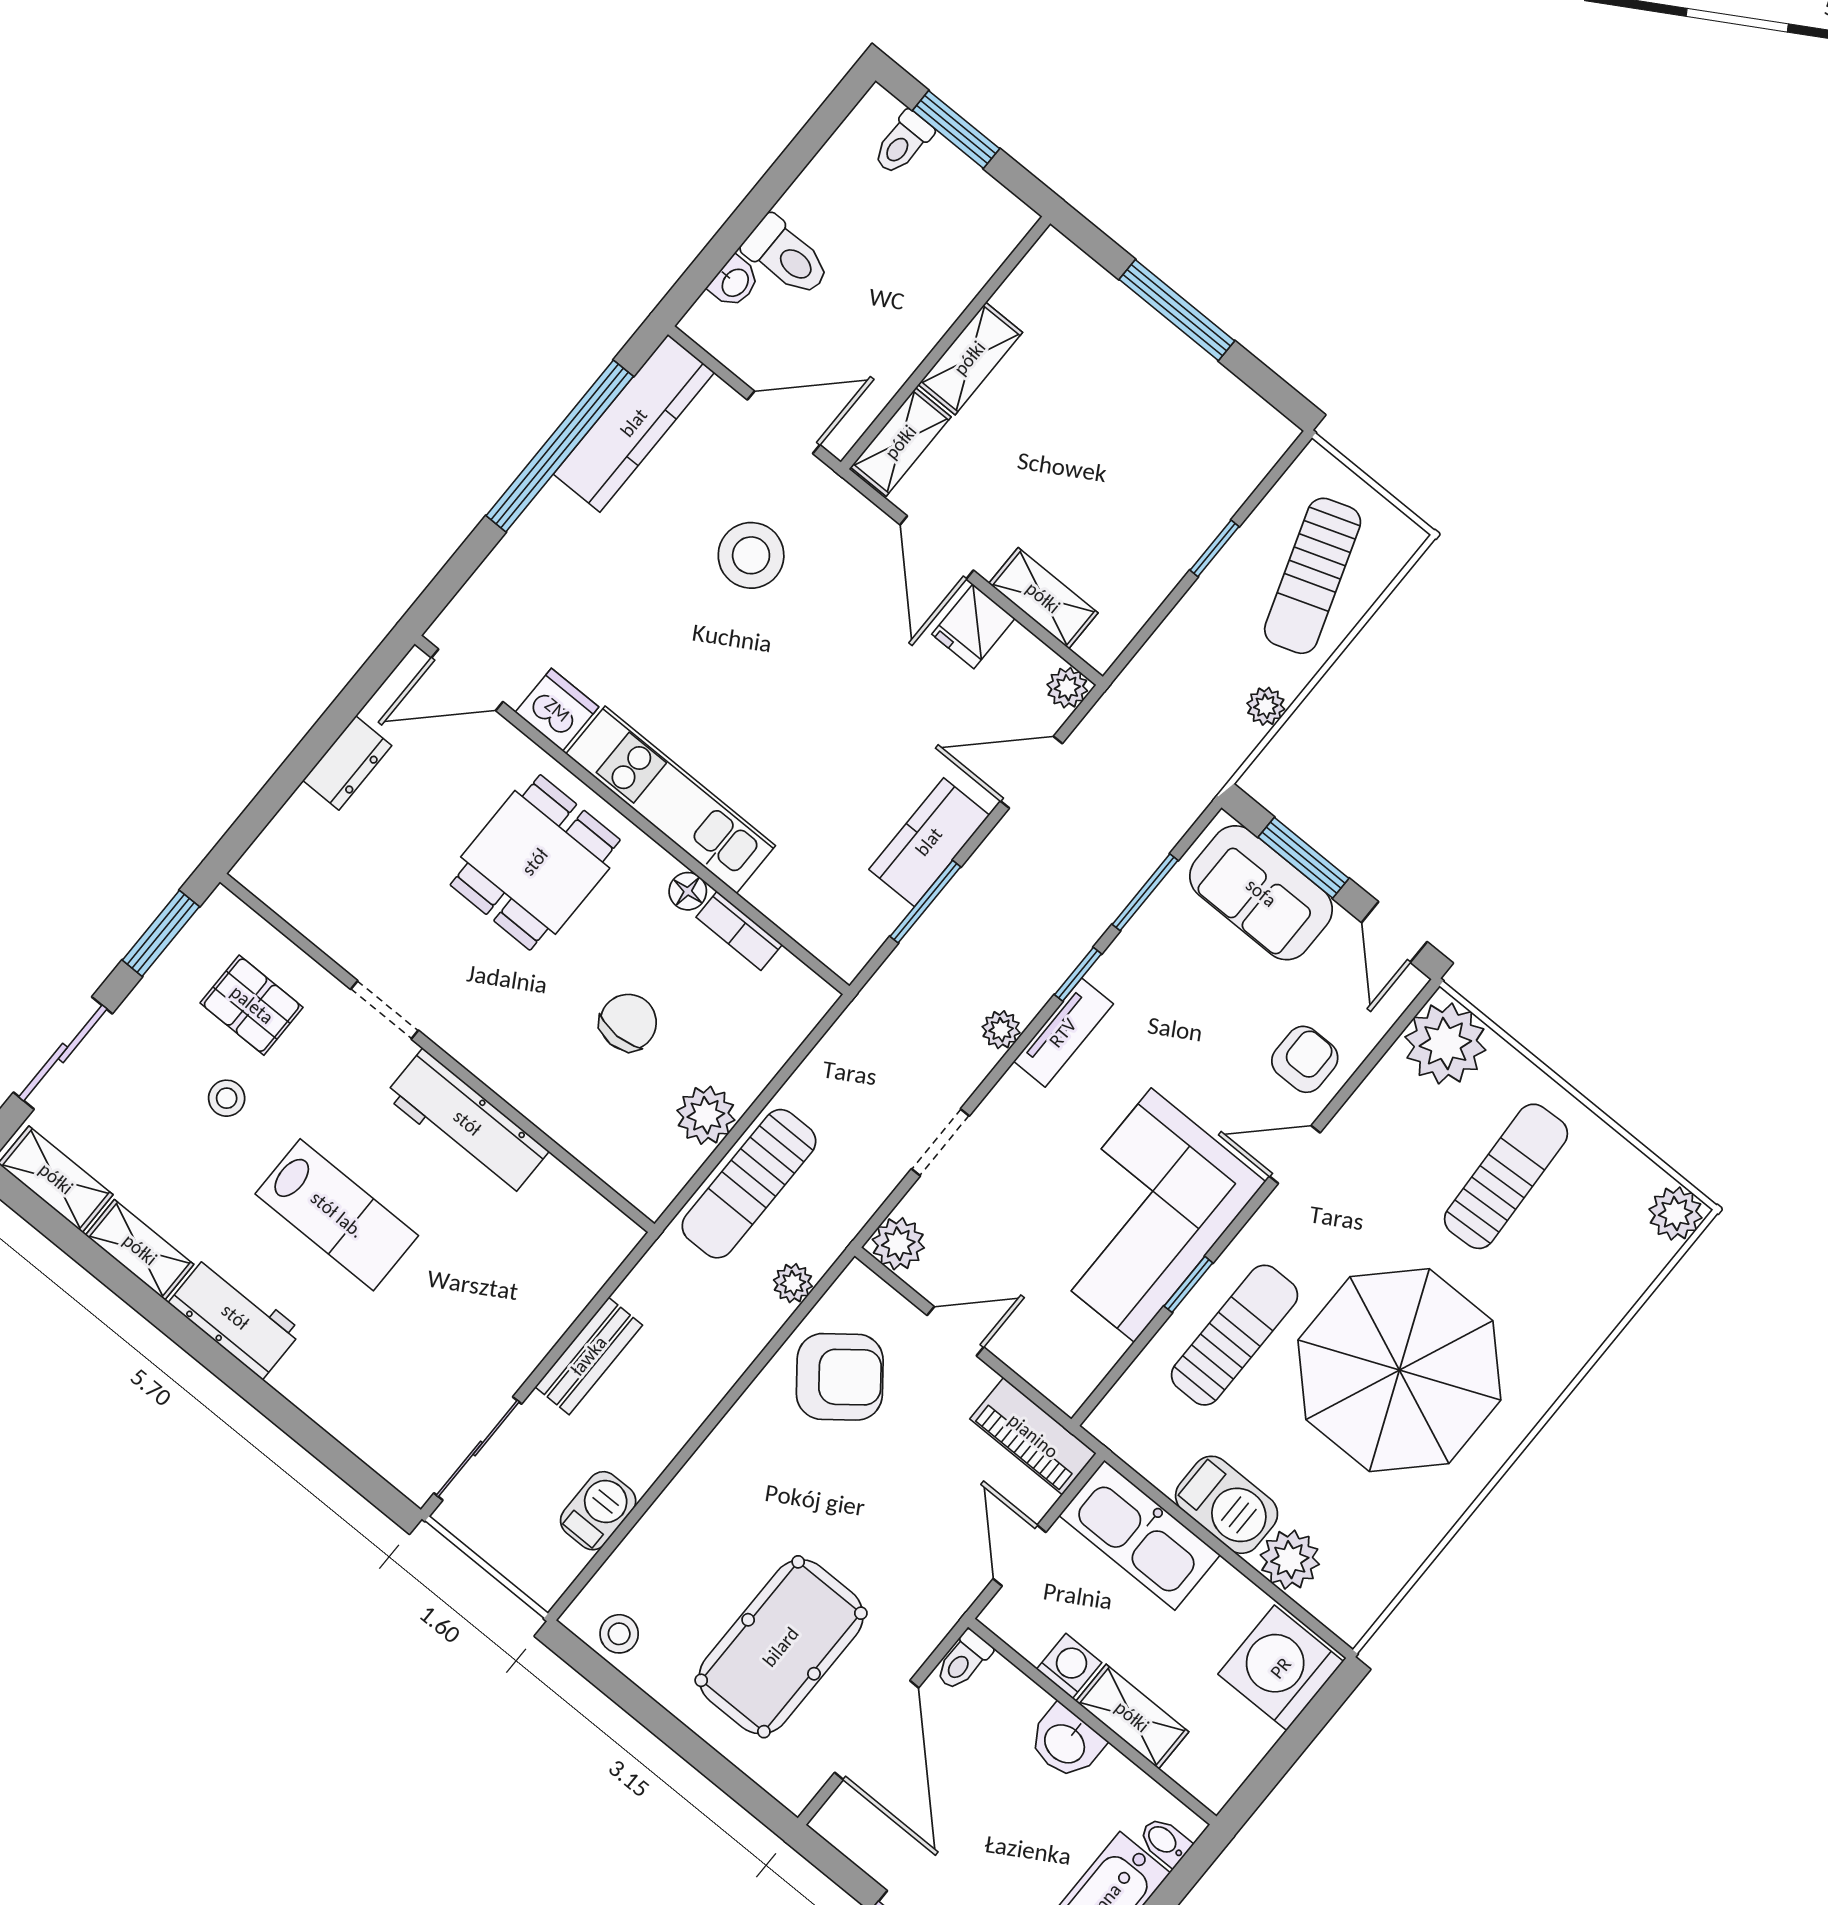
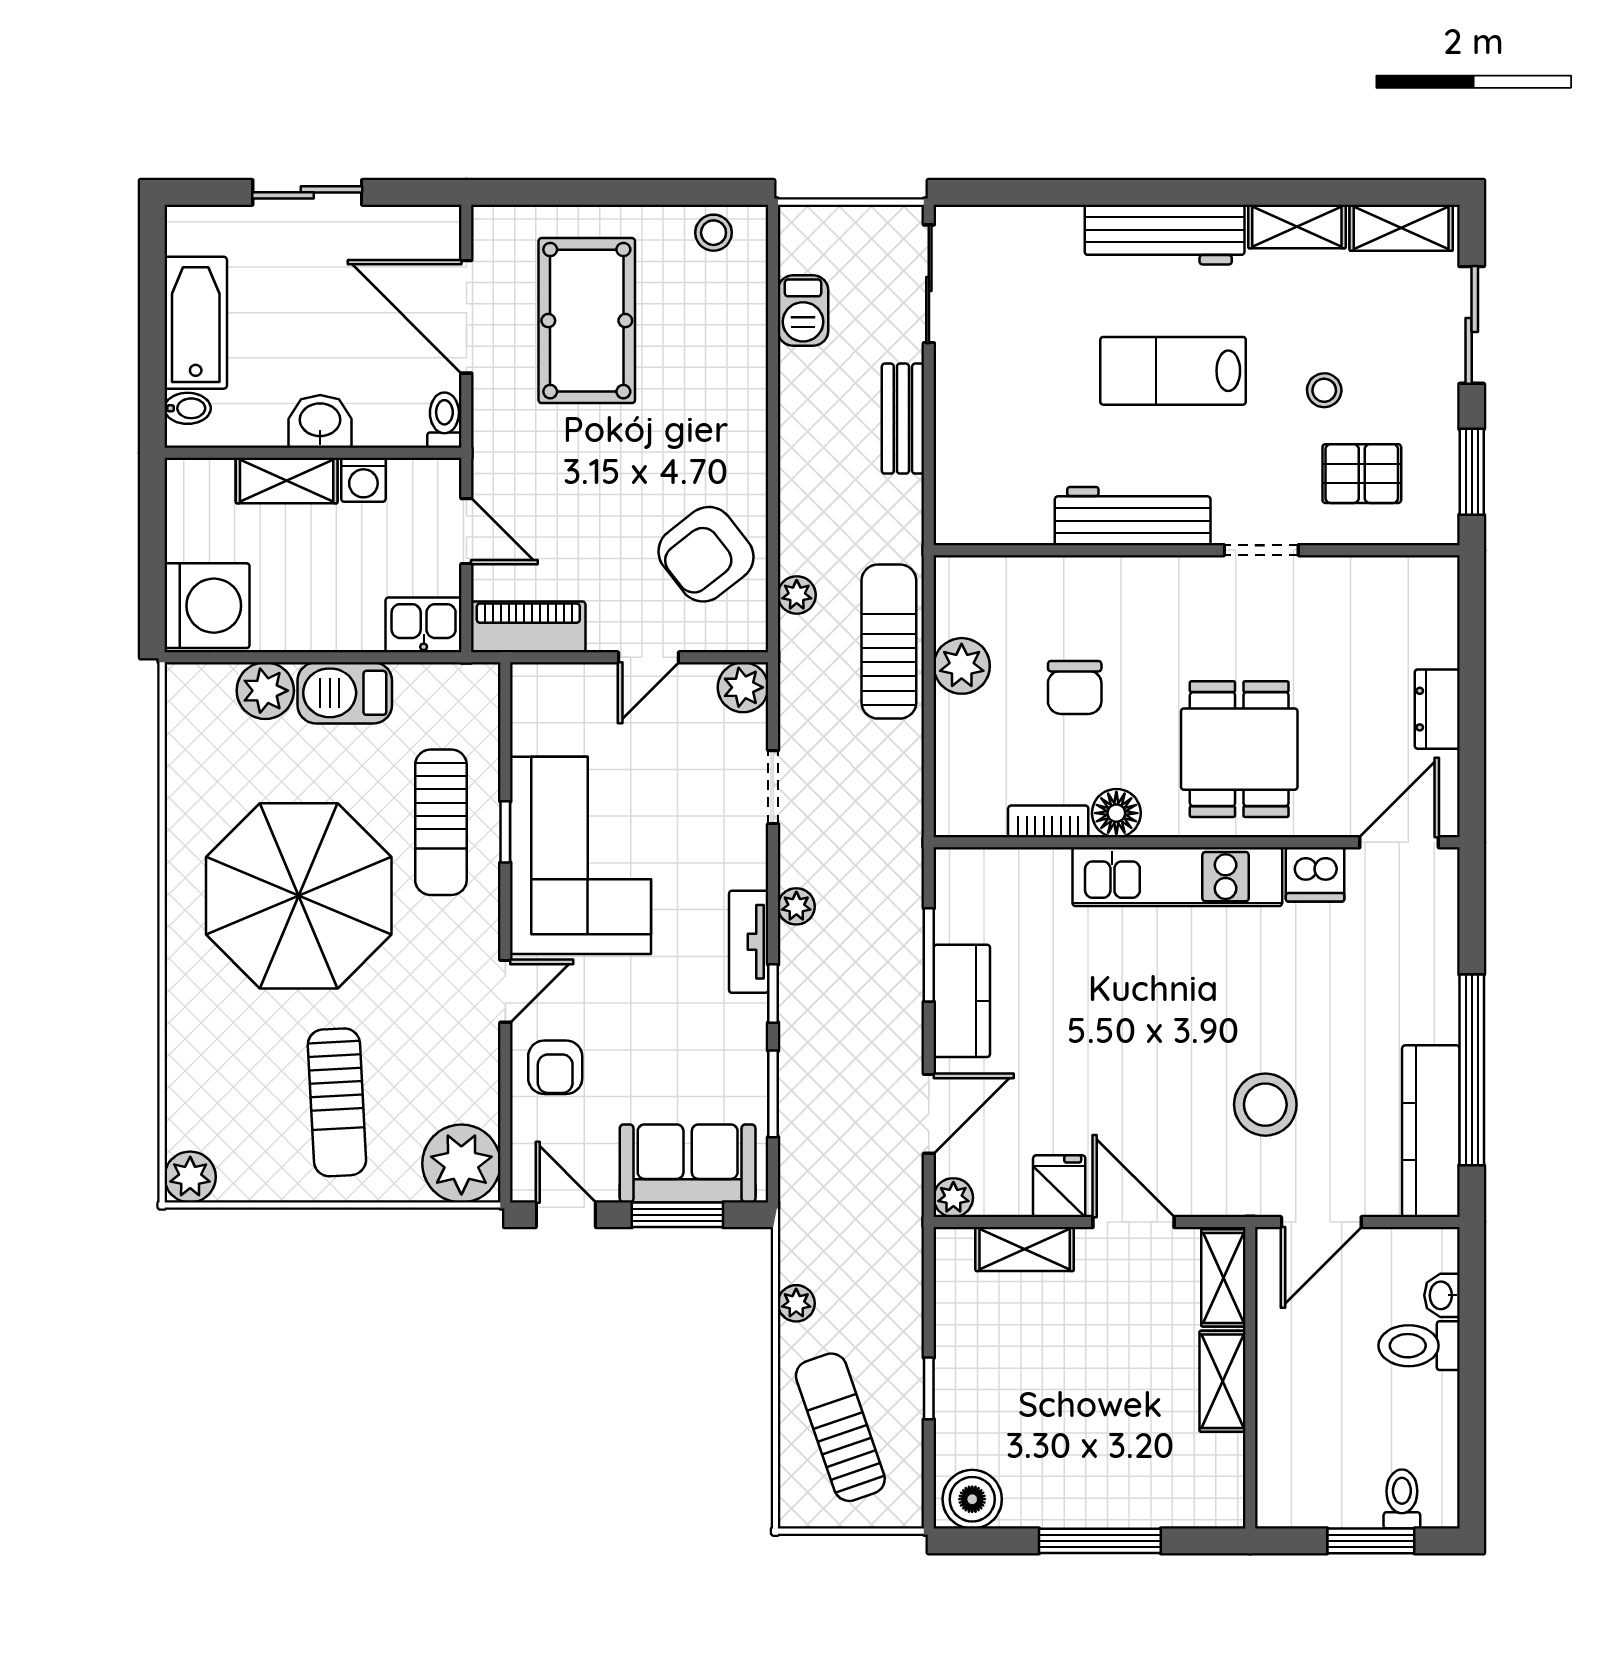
boiler: (1253, 429) -> (972, 1499), added
floor lamp: (688, 891) -> (1116, 813), width x1.37, depth x1.37
workbench: (235, 1317) -> (1165, 235), width x1.38
kitchen sink: (1140, 1535) -> (424, 625), width x0.53, depth x0.81

